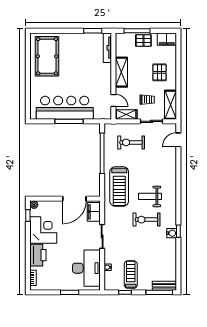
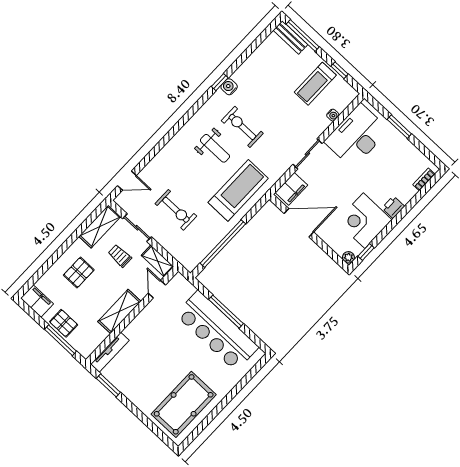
exercise bike: (131, 142) -> (176, 210), moved
exercise bike: (146, 220) -> (242, 127), turned 180
printer: (38, 255) -> (393, 207), width x0.53, depth x0.68

